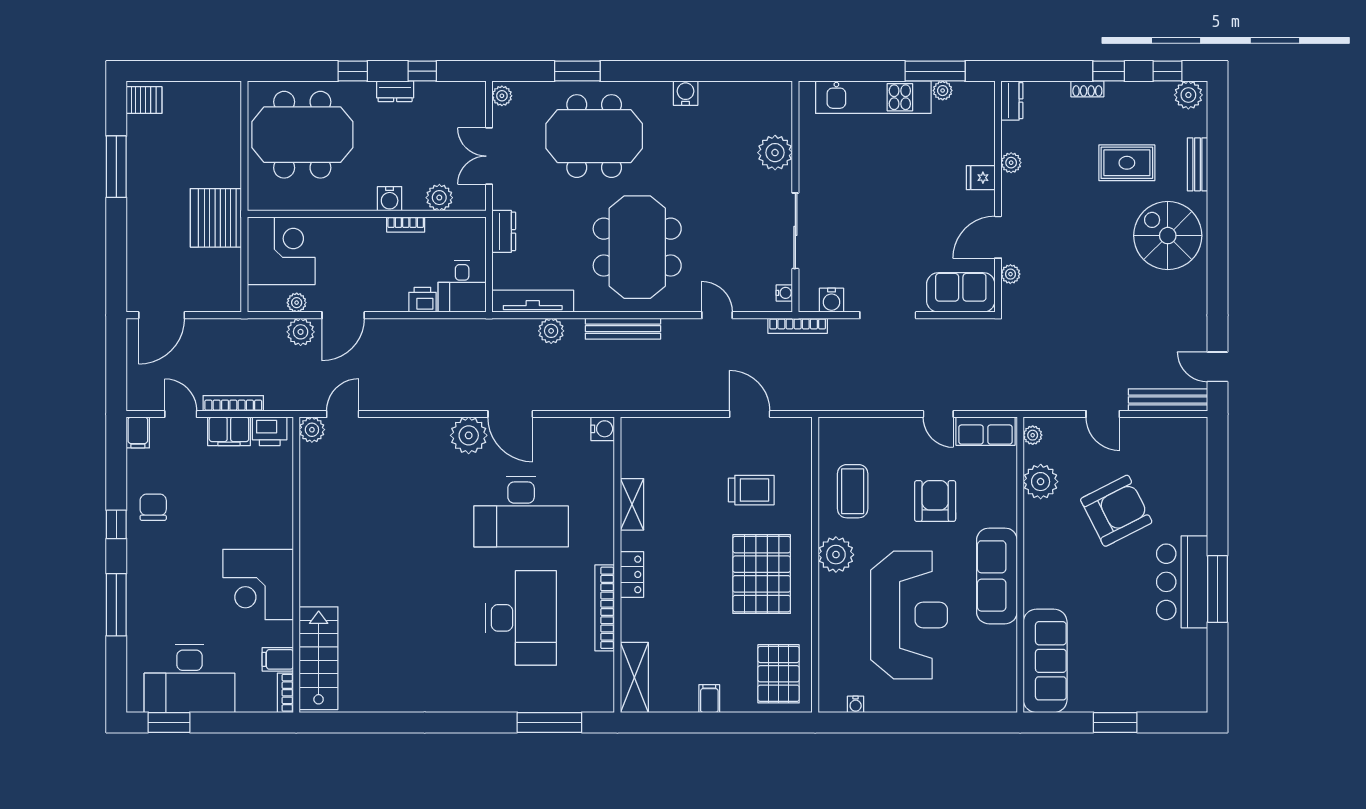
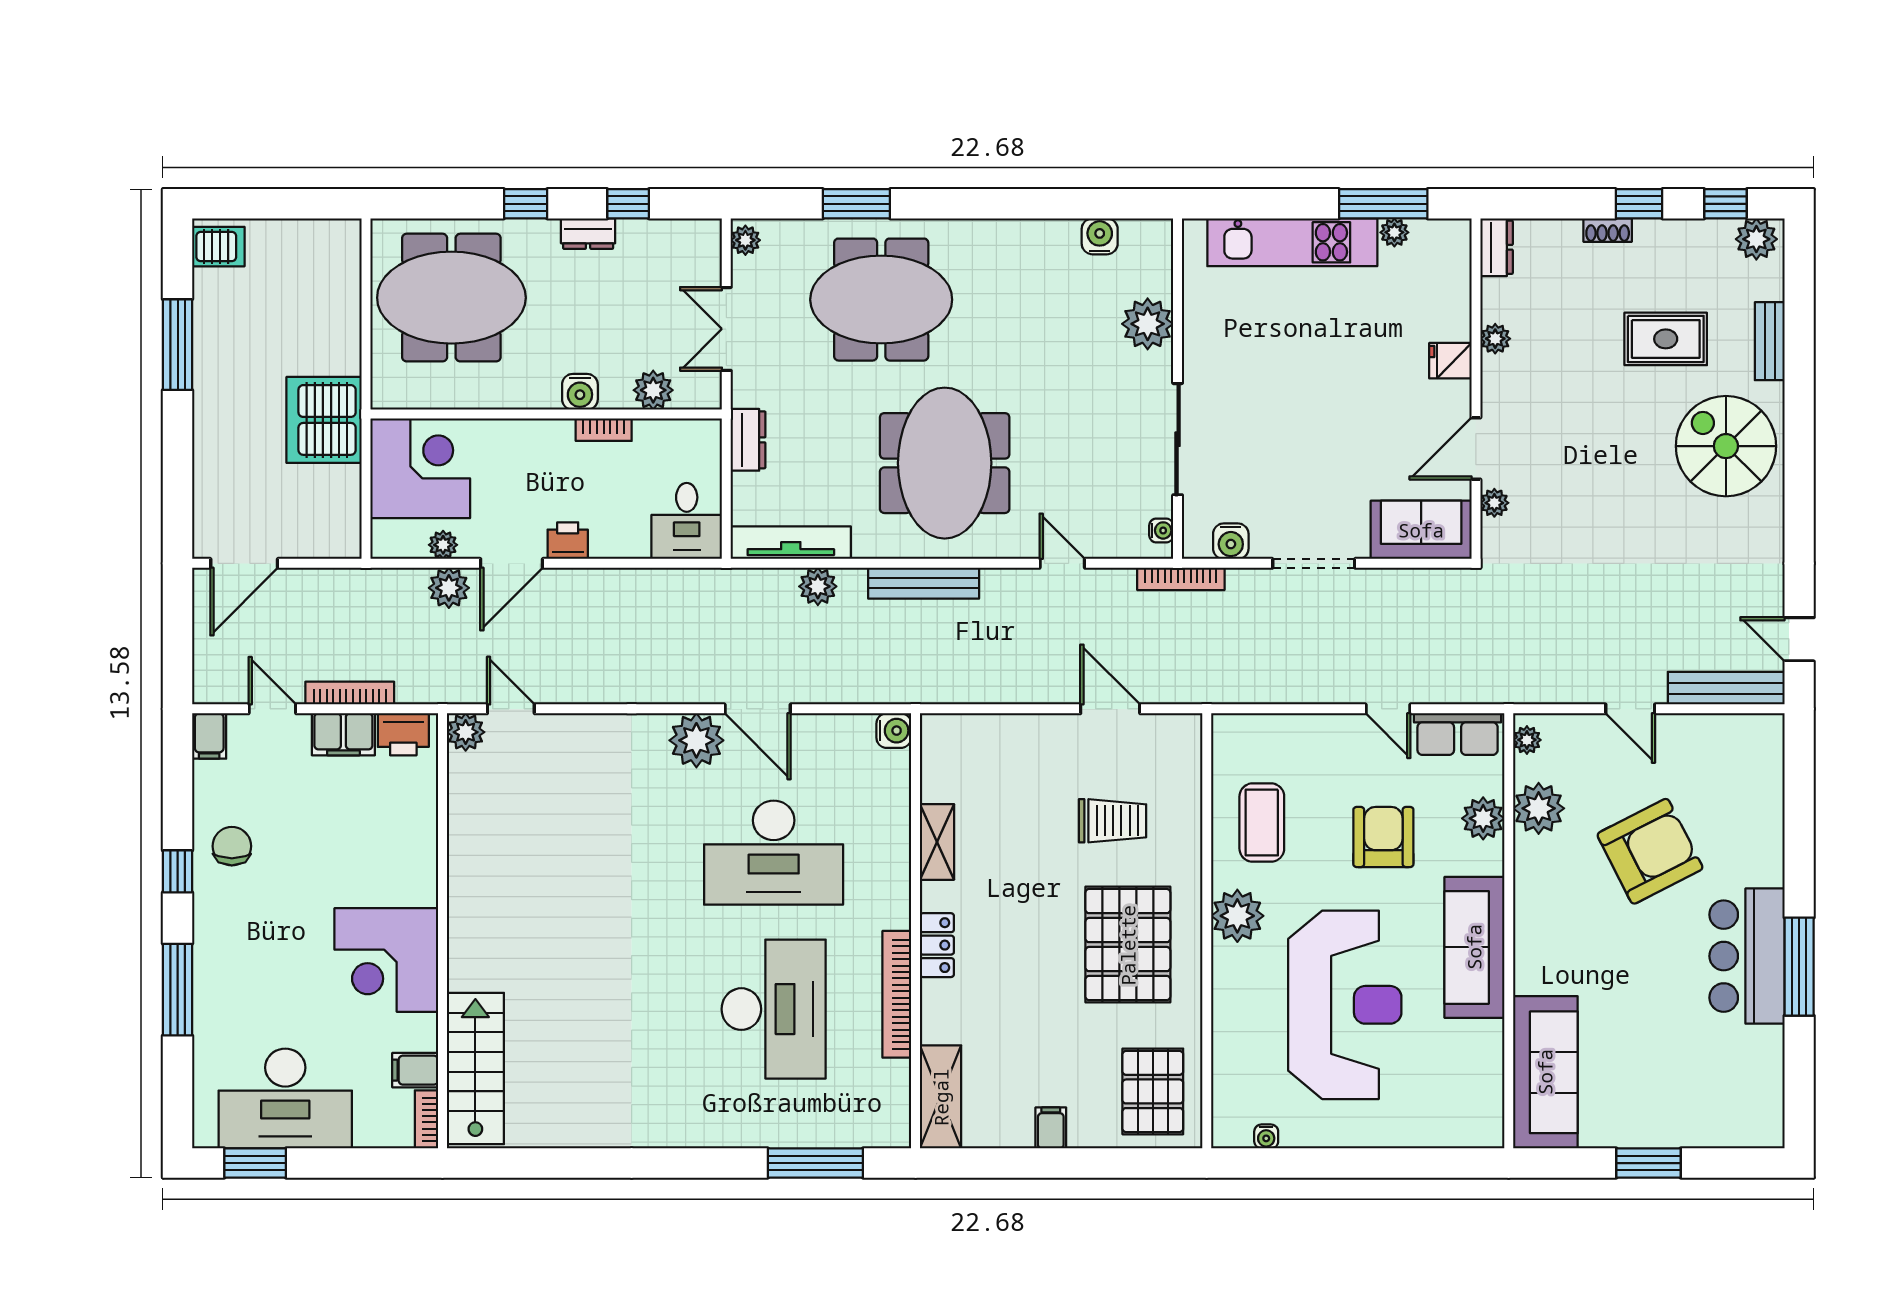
water cooler: (686, 93) -> (1100, 236), moved
printer: (422, 300) -> (568, 541), moved
door: (343, 414) -> (511, 709), hinge flipped
plant: (1003, 488) -> (1483, 818), added

